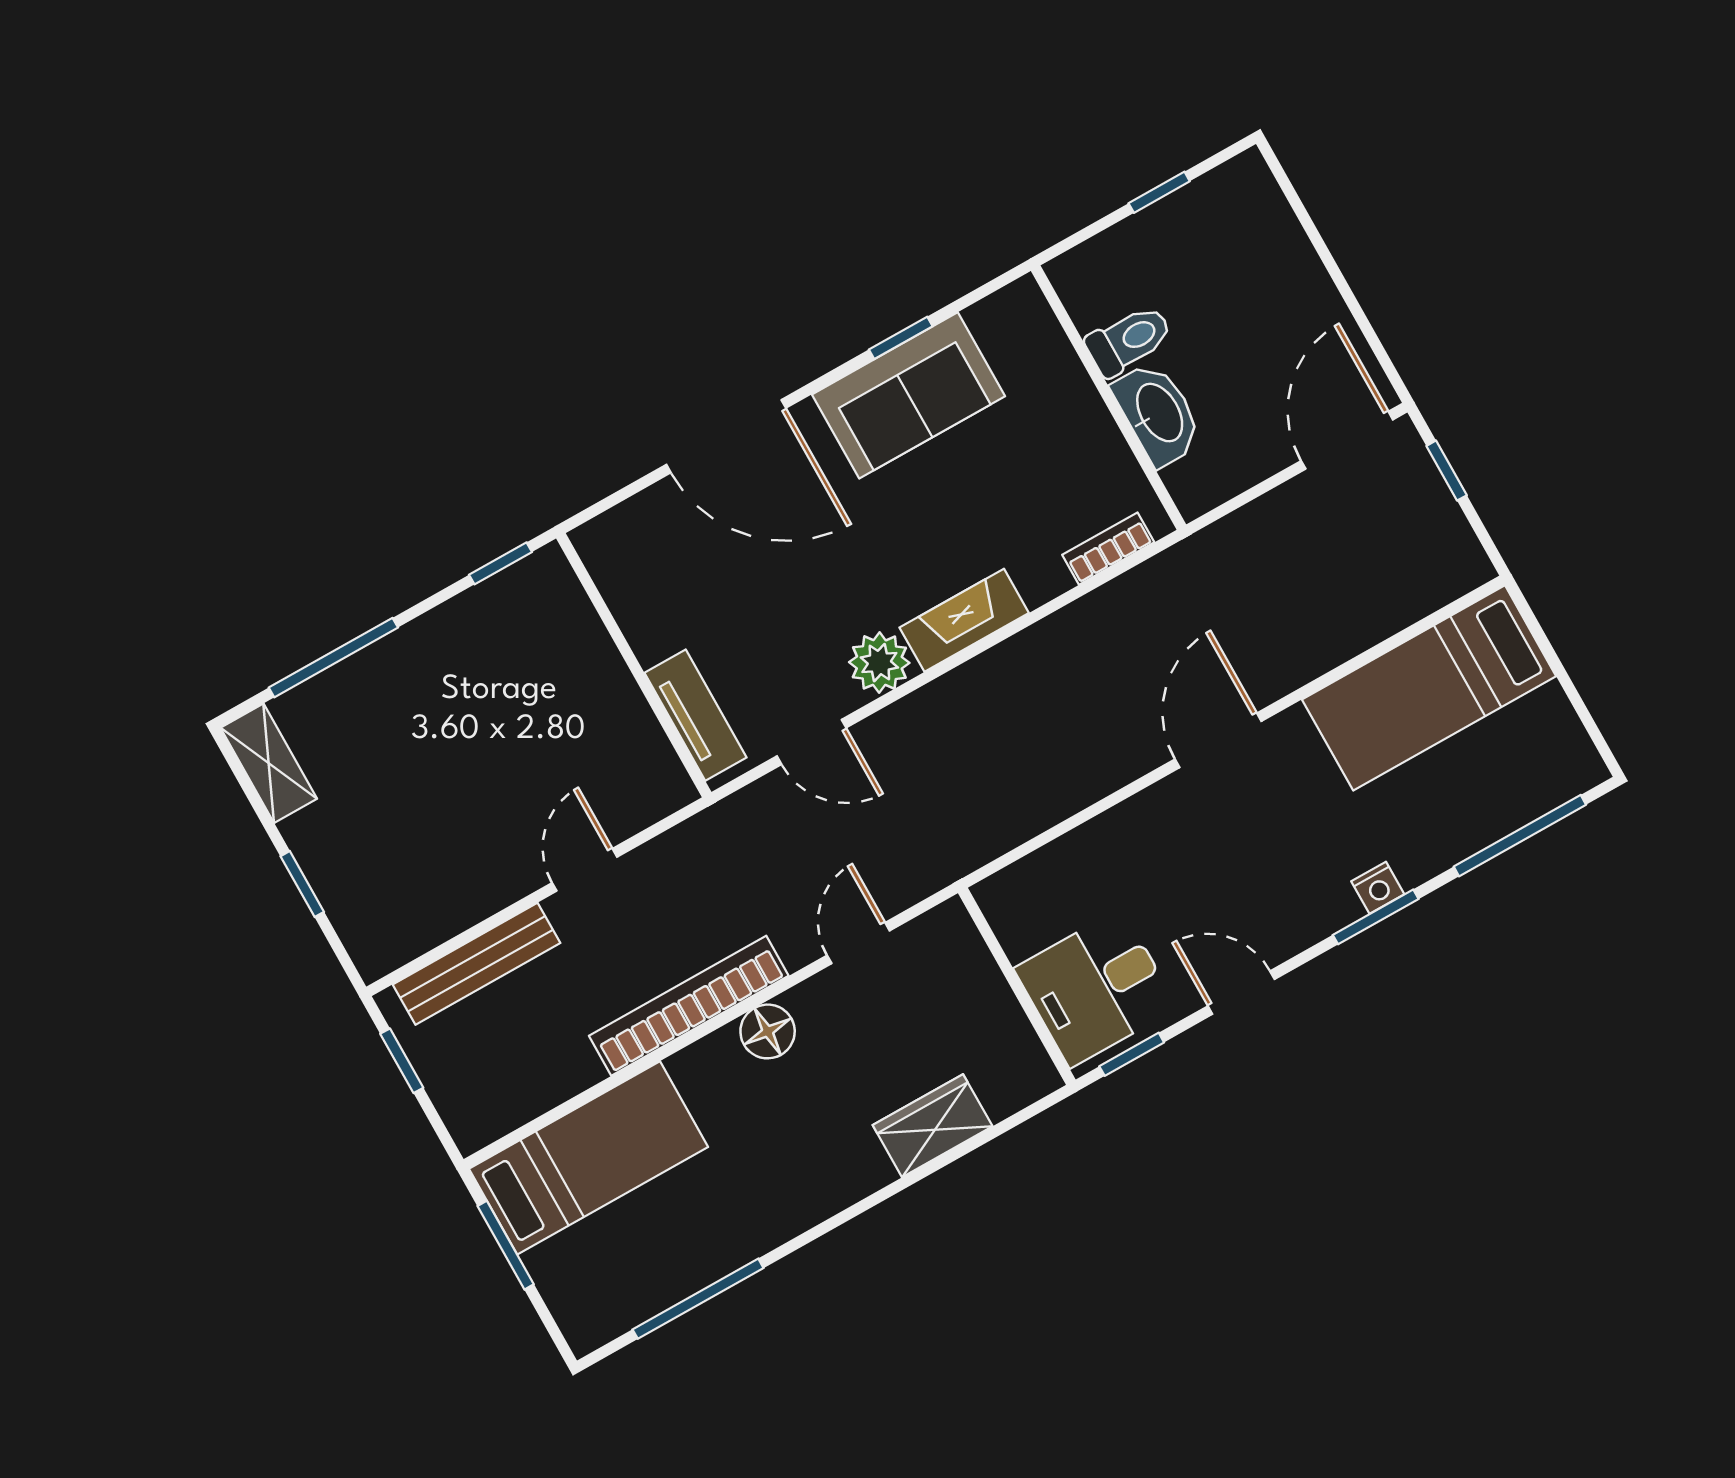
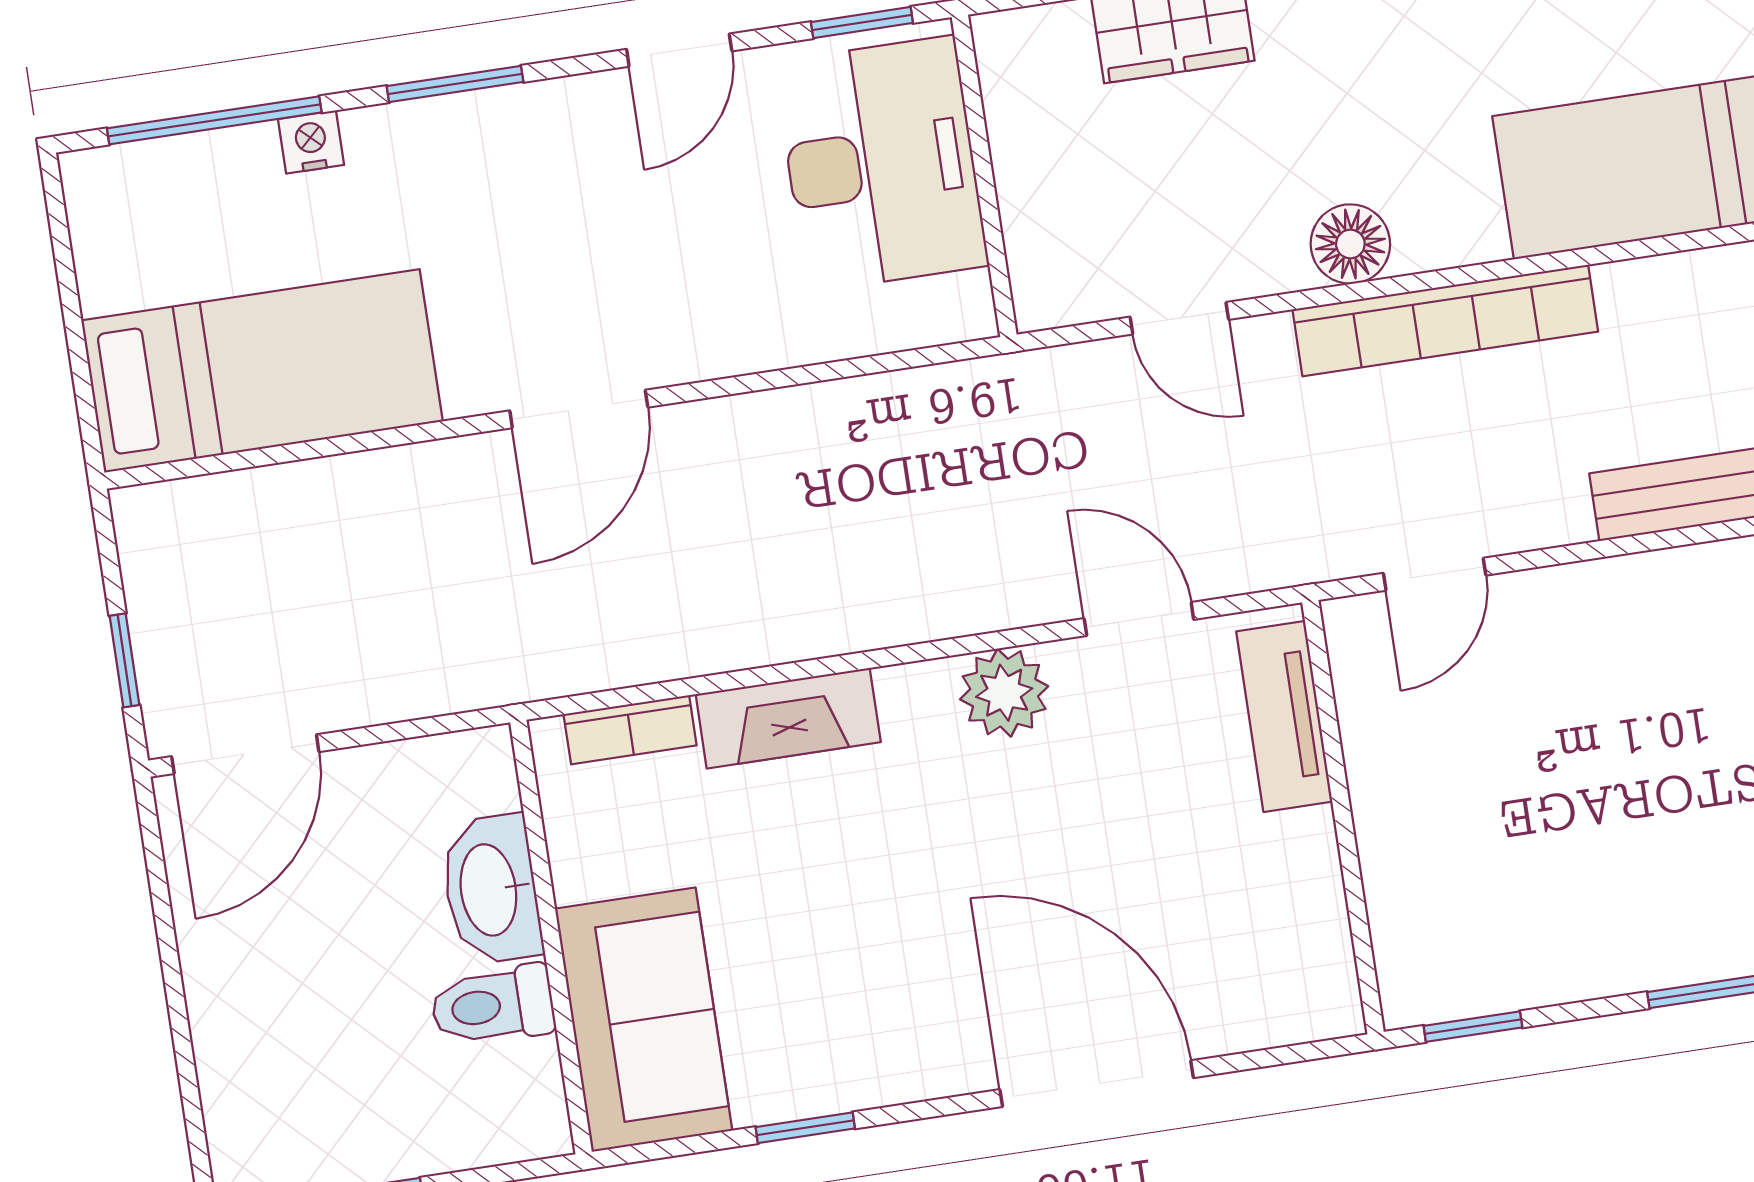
sofa: (909, 395) -> (644, 1020), moved, turned 90
fireplace: (964, 620) -> (788, 718), moved
door: (585, 870) -> (1435, 574), moved
nightstand: (1378, 888) -> (311, 142), moved
door: (858, 943) -> (1179, 318), hinge flipped
desk: (1096, 988) -> (881, 164), width x1.37
door: (1241, 993) -> (679, 50), hinge flipped

